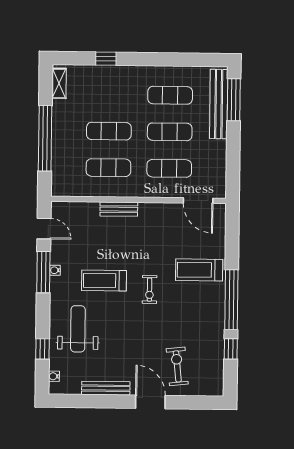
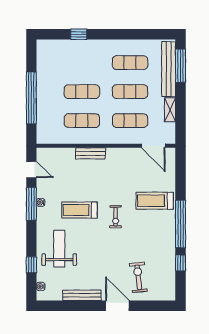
shelving: (59, 83) -> (170, 110), moved

